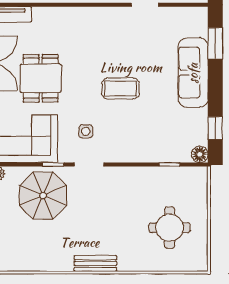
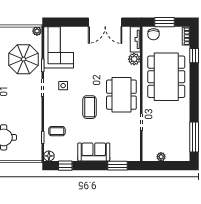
plant: (43, 16) -> (134, 59), added
sofa: (193, 73) -> (94, 152), width x0.73
dining table: (41, 78) -> (121, 95), moved, width x1.38
coffee table: (159, 141) -> (57, 131), added

